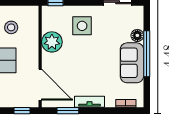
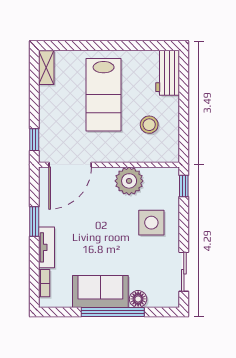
tv unit: (89, 102) -> (46, 247), moved
window: (68, 111) -> (34, 222), moved

